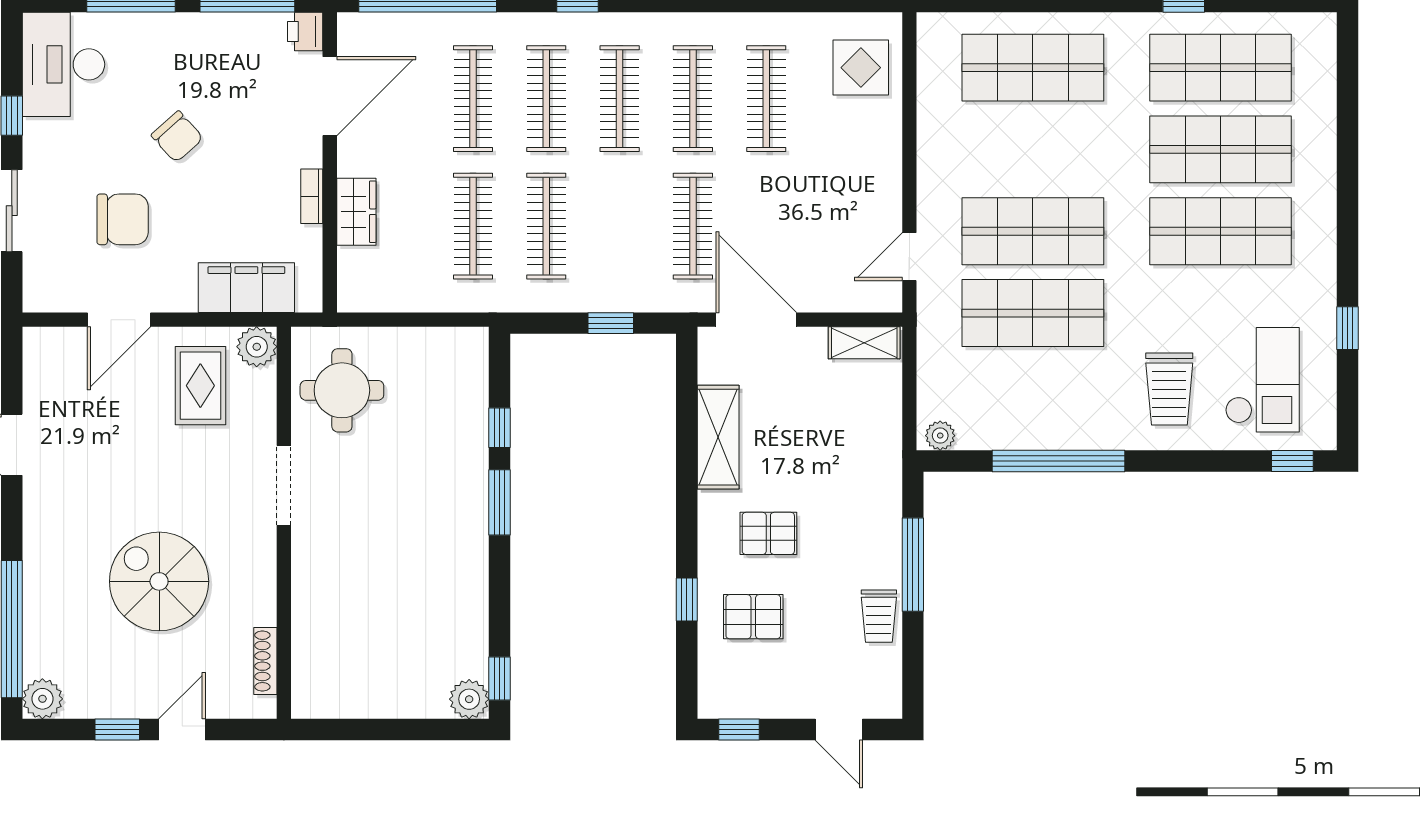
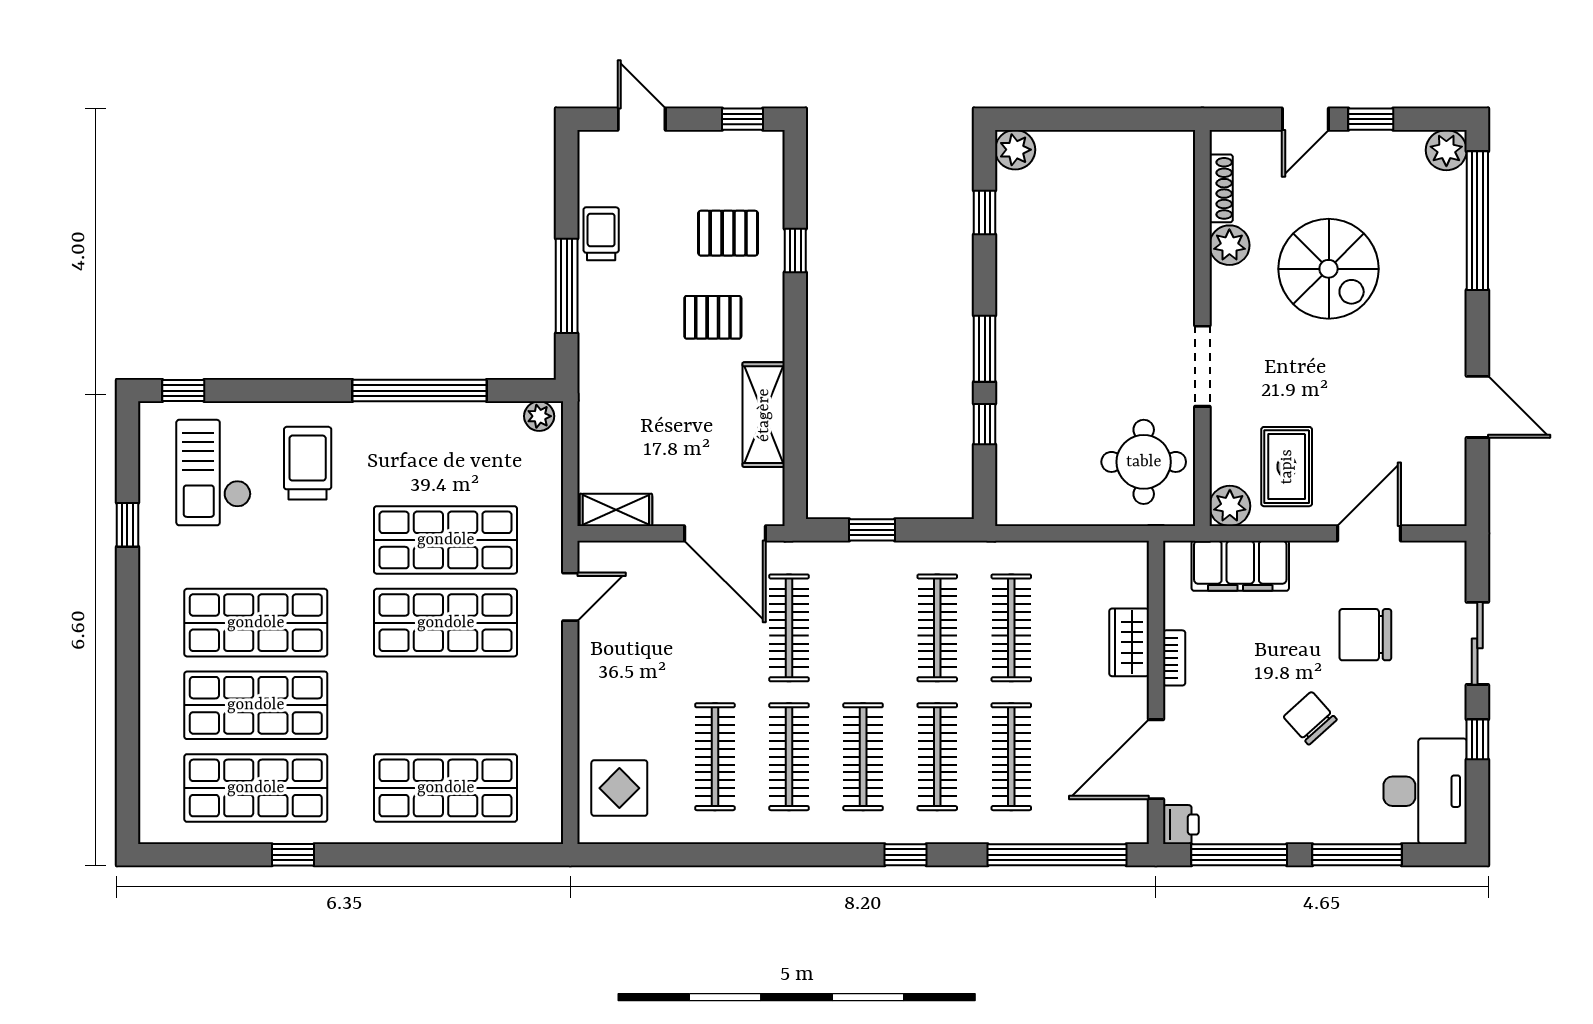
plant: (257, 605) -> (1229, 245), added
window: (499, 678) -> (985, 213), moved

